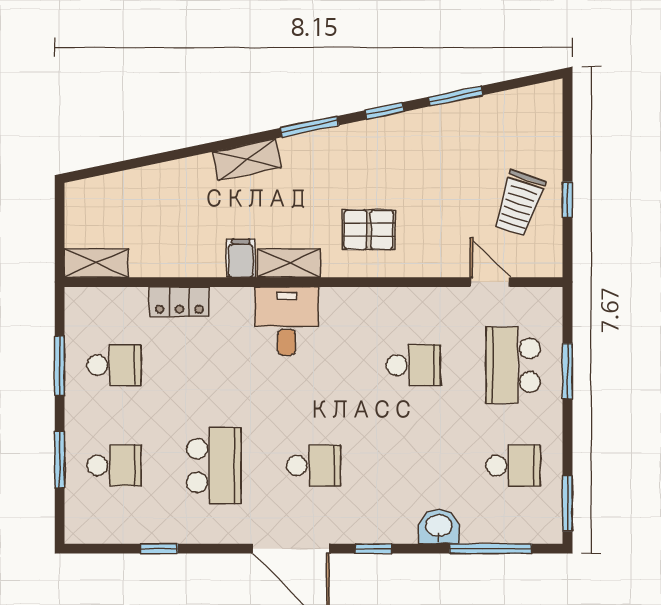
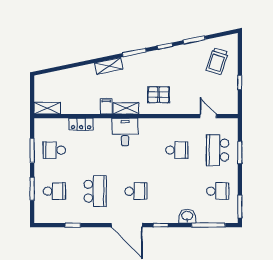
trolley: (519, 203) -> (217, 61), moved
school desk: (114, 365) -> (54, 150), turned 180

